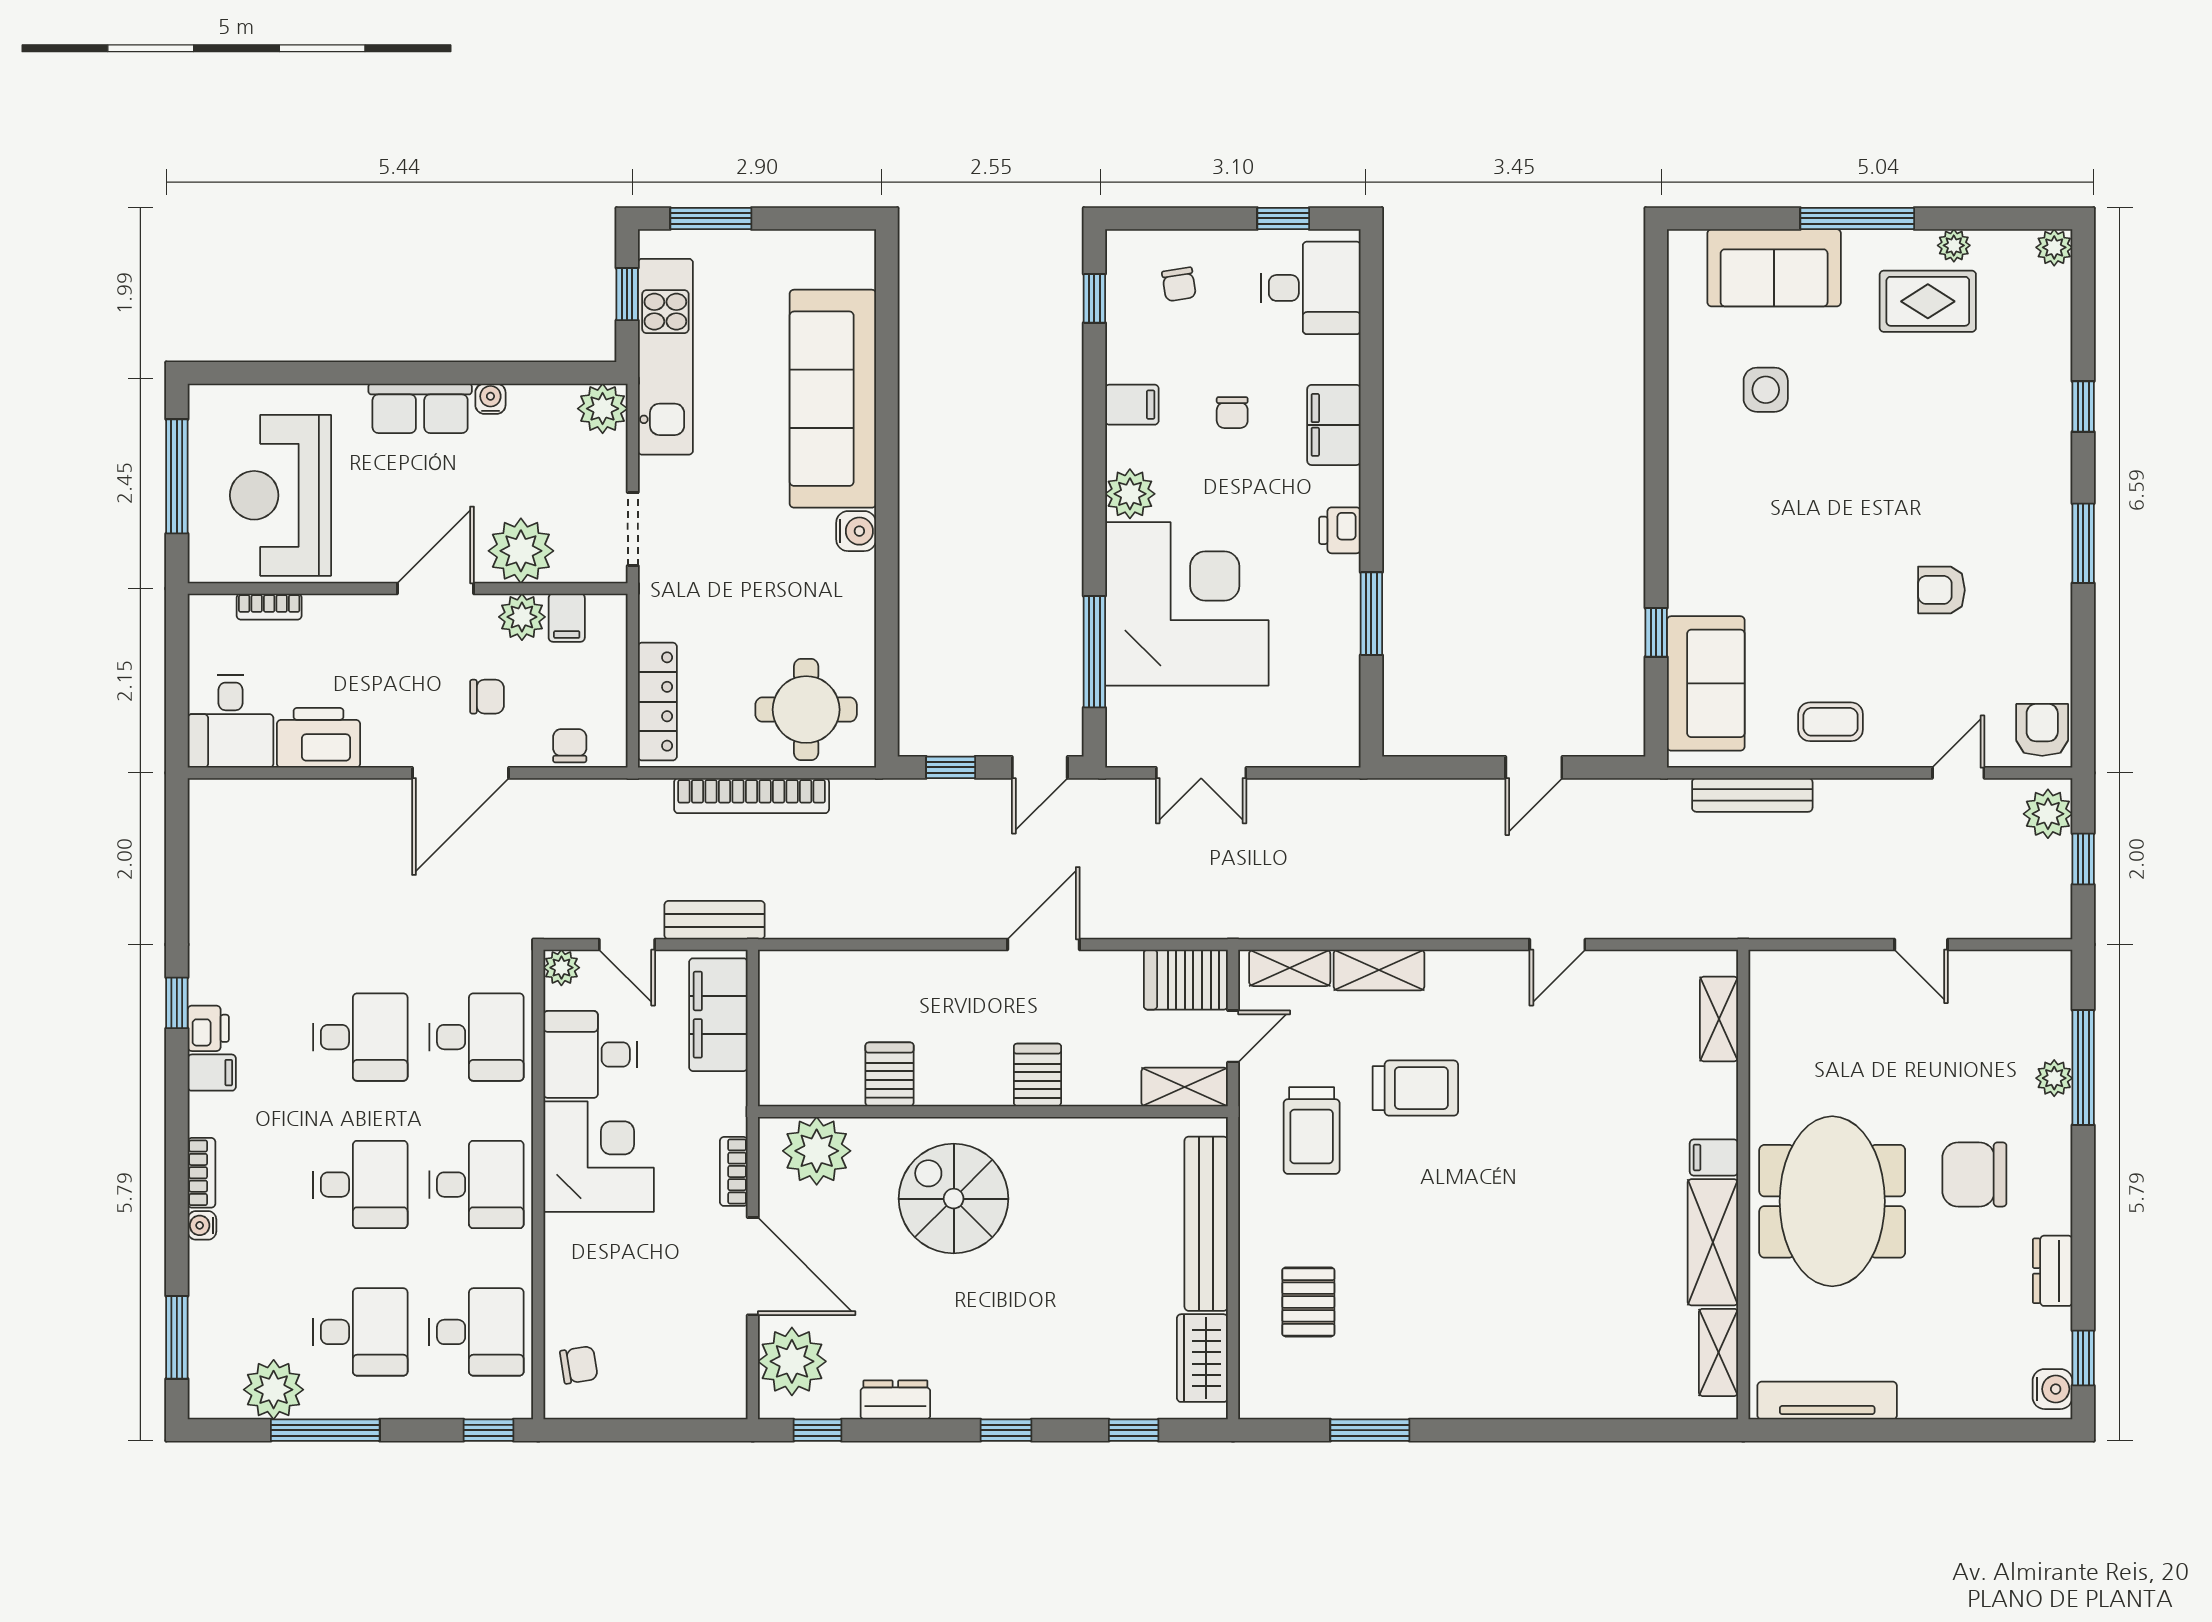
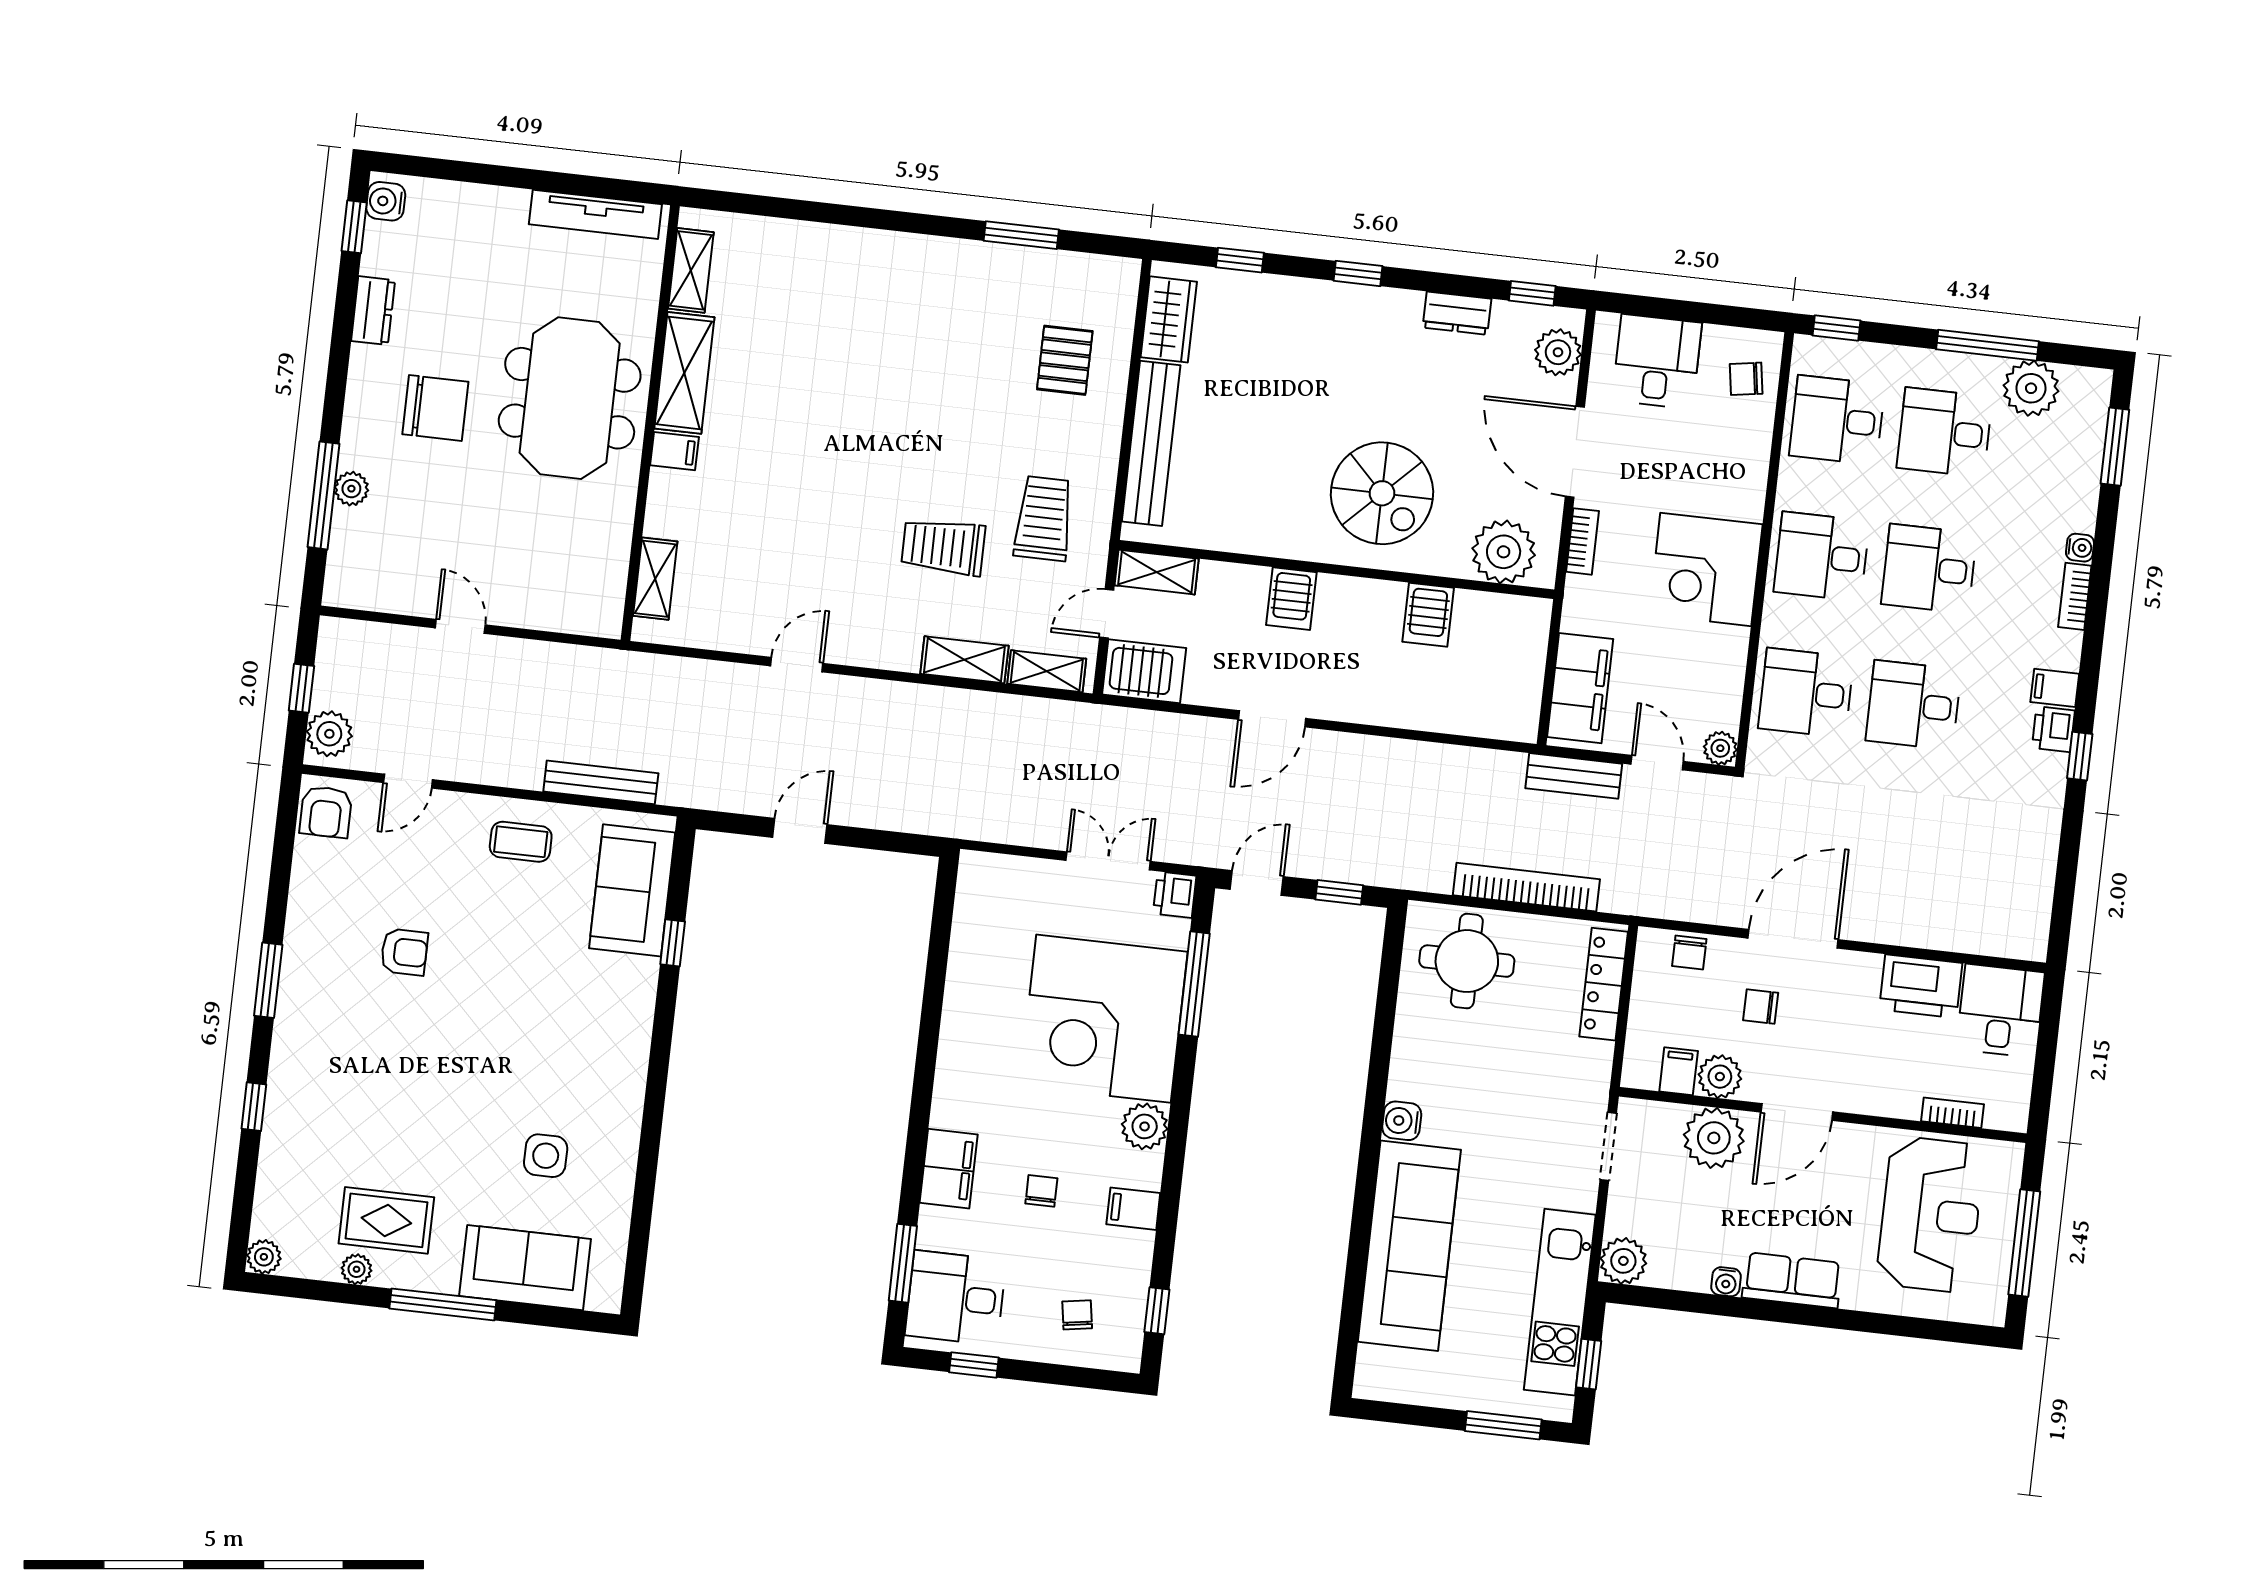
printer: (1340, 530) -> (1175, 895), moved, turned 180
window: (1371, 614) -> (903, 1263), moved
desk: (590, 1054) -> (1657, 362), moved, turned -90
plant: (792, 1361) -> (1558, 352), width x0.73, depth x0.73

